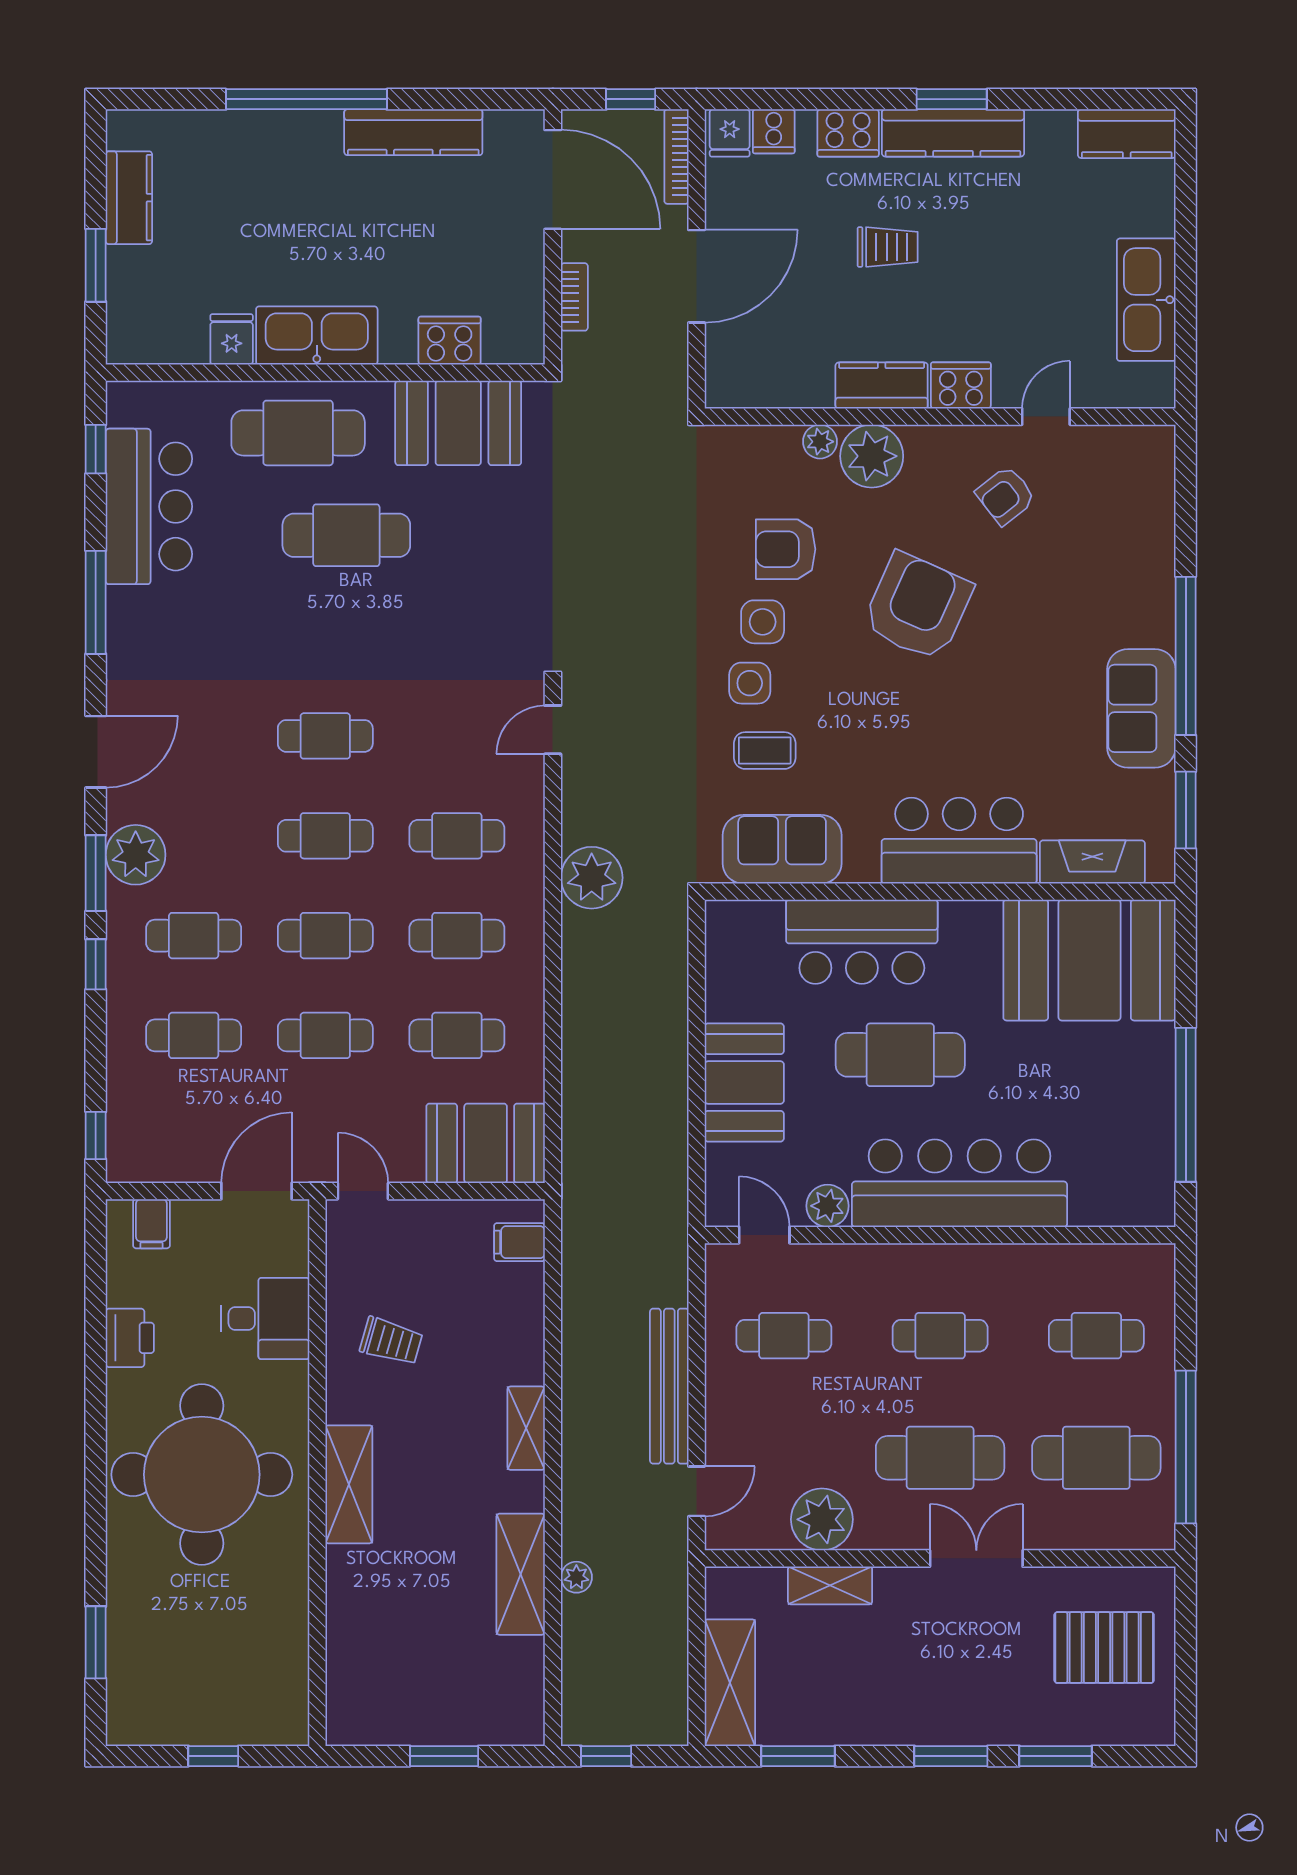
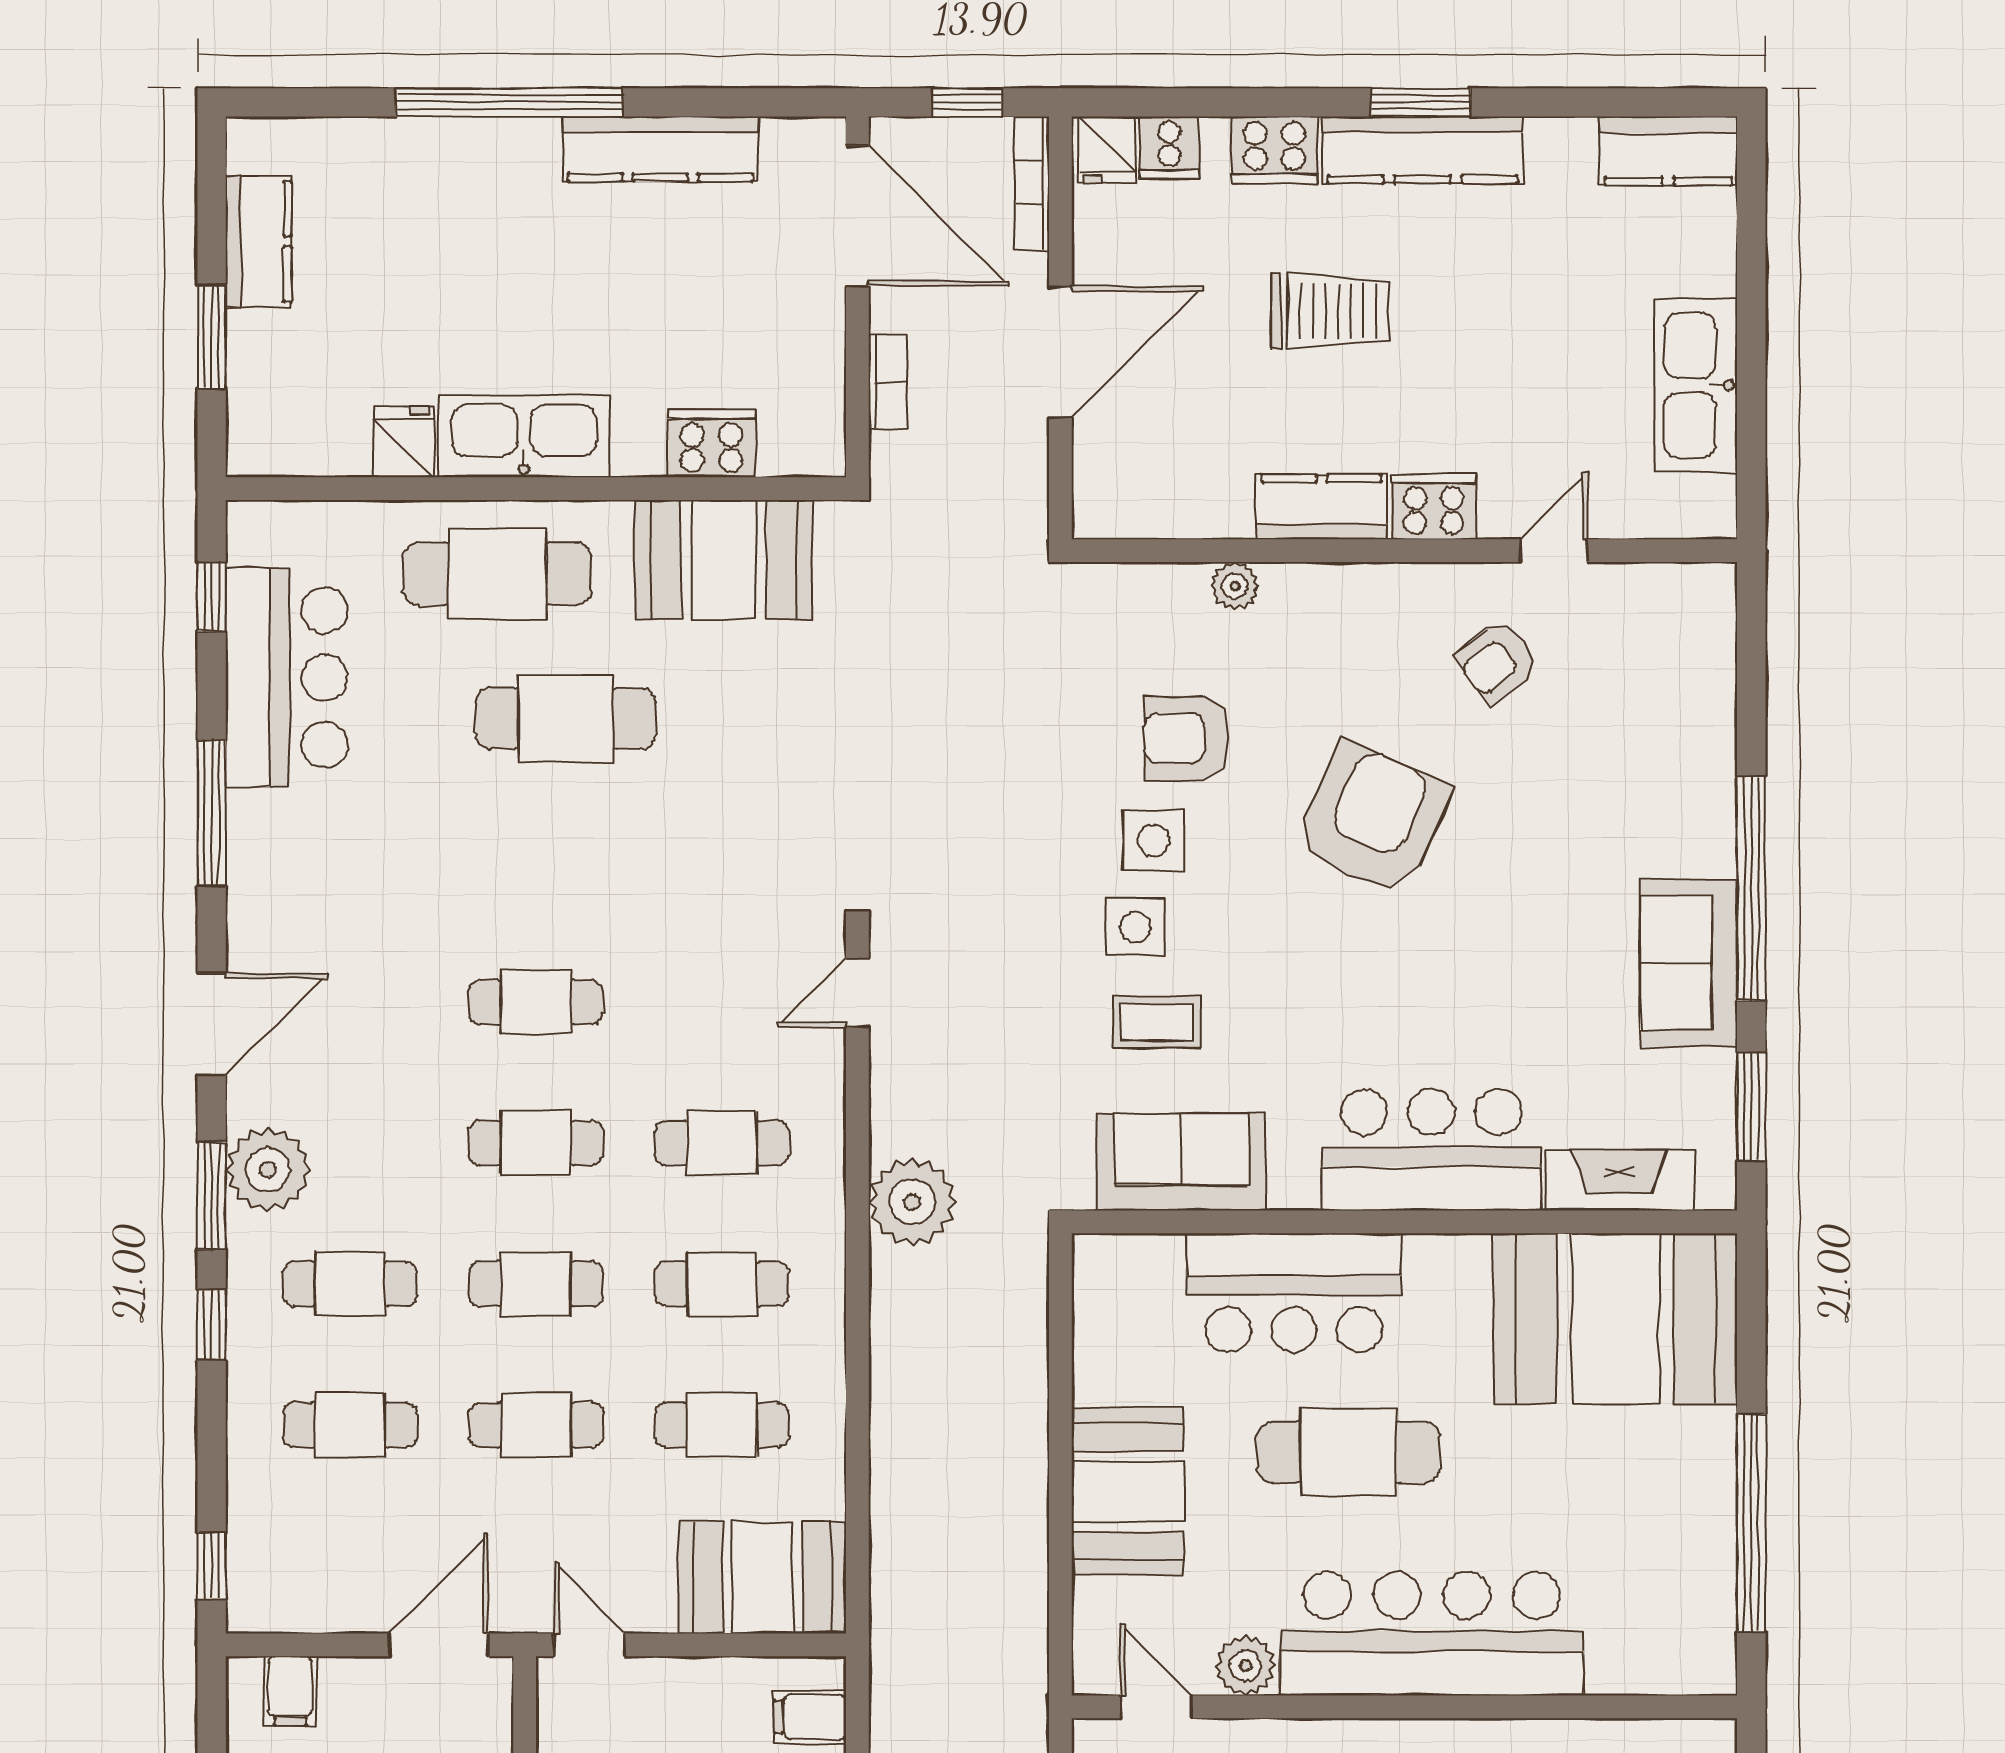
trolley: (888, 247) -> (1330, 311), width x1.36, depth x1.39
plant: (872, 456) -> (1308, 607), removed

